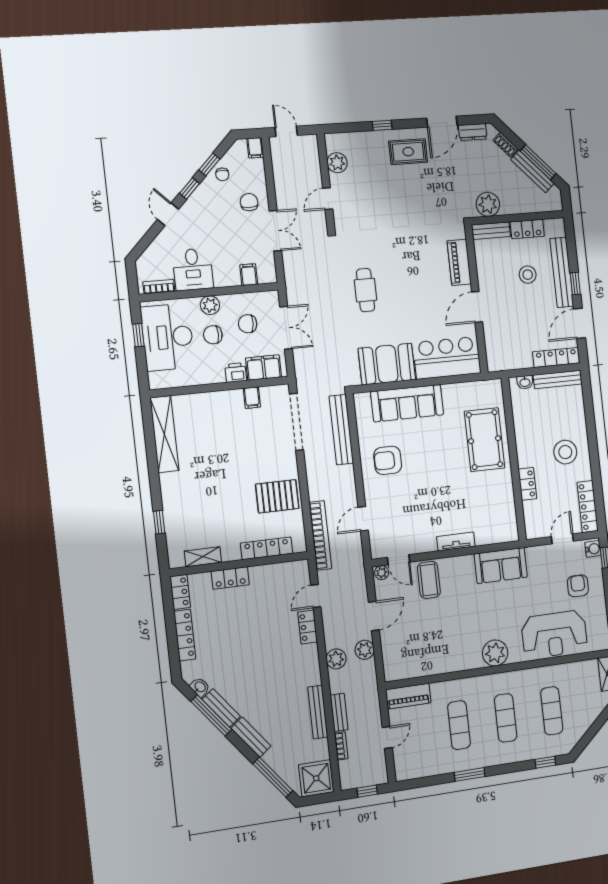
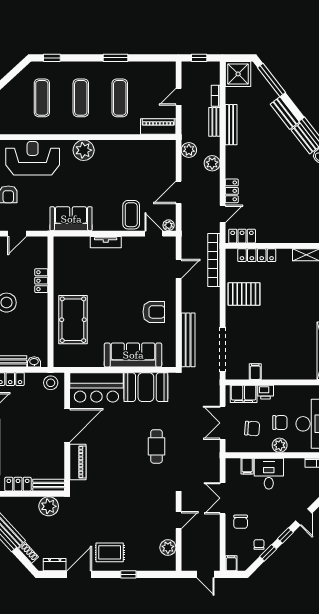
desk: (193, 269) -> (269, 474), moved
stool: (528, 275) -> (51, 383), moved
door: (477, 307) -> (67, 425), width x1.36
locker: (230, 578) -> (242, 236), moved
plant: (365, 650) -> (189, 150), moved

